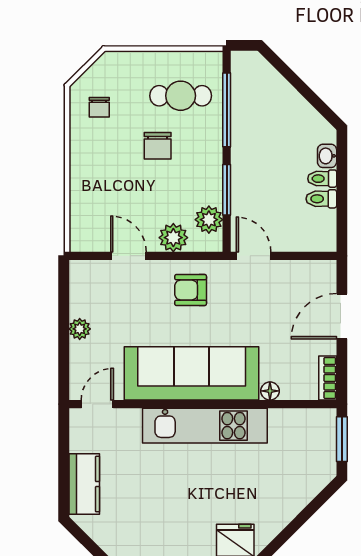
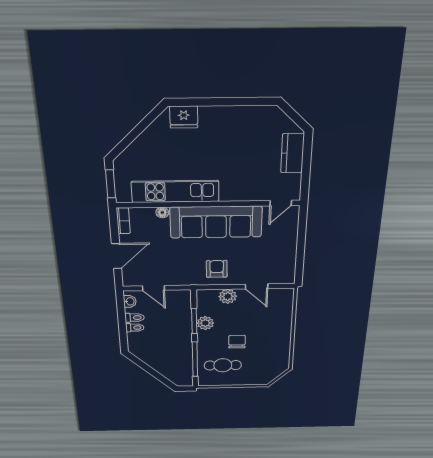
chair: (99, 107) -> (272, 359), removed
washbasin: (327, 156) -> (130, 301), moved
plant: (209, 220) -> (205, 323), moved
door: (254, 256) -> (153, 288), moved
armchair: (191, 290) -> (217, 269), turned -90
plant: (80, 329) -> (290, 246), removed
kitchen unit: (205, 426) -> (175, 191), moved

